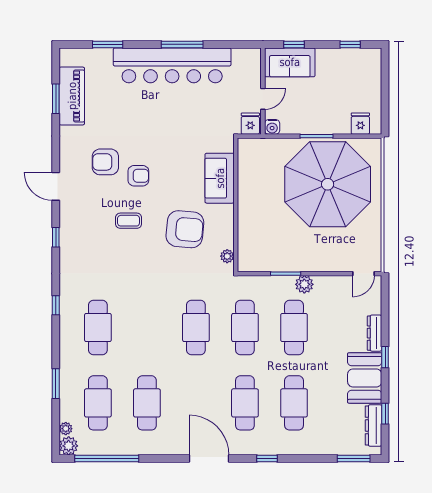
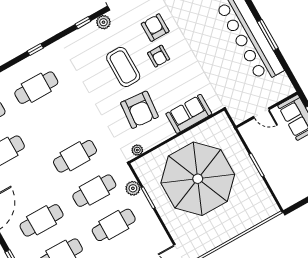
fridge: (250, 124) -> (239, 114), removed
fridge: (360, 124) -> (283, 191), removed
water cooler: (272, 127) -> (245, 130), removed
parasol: (328, 184) -> (198, 179), moved
plant: (68, 215) -> (103, 22), added
coffee table: (129, 221) -> (123, 67), width x1.86, depth x1.72
plant: (304, 284) -> (133, 188), moved

